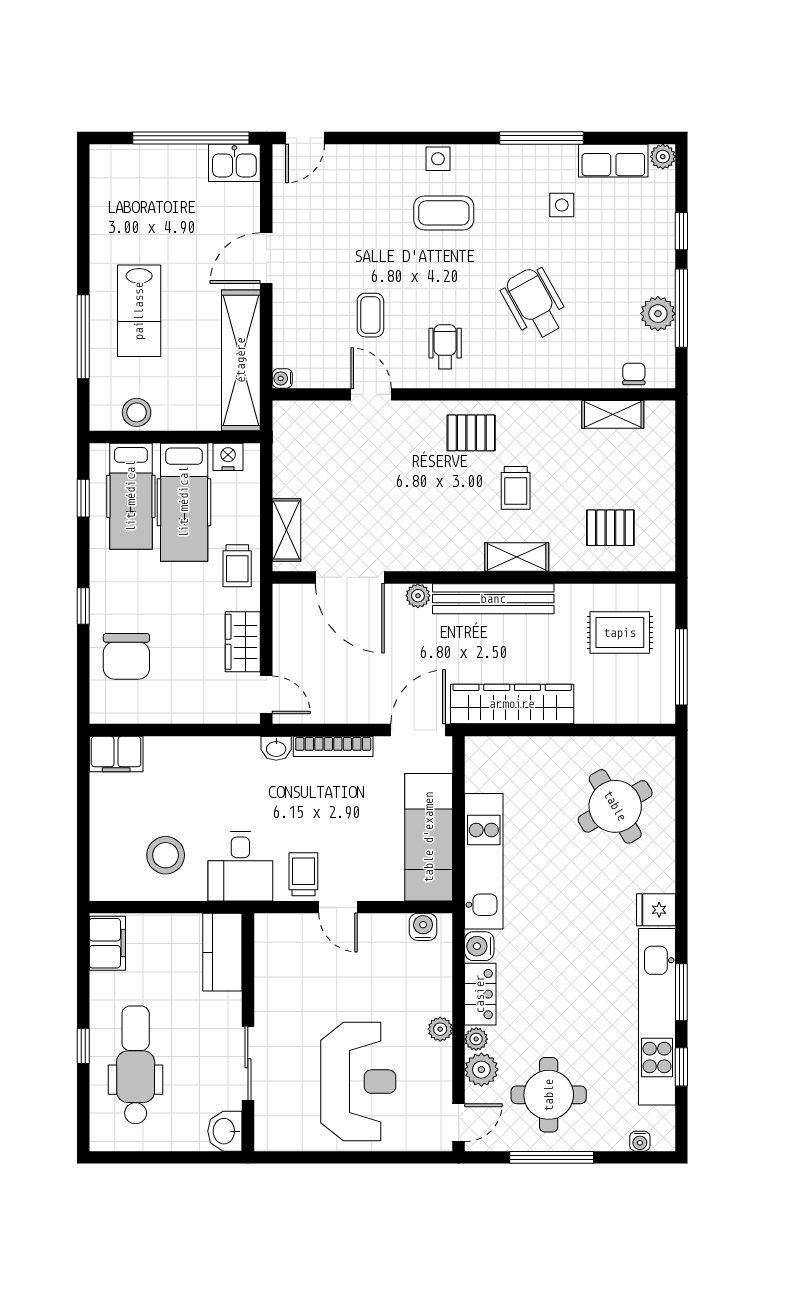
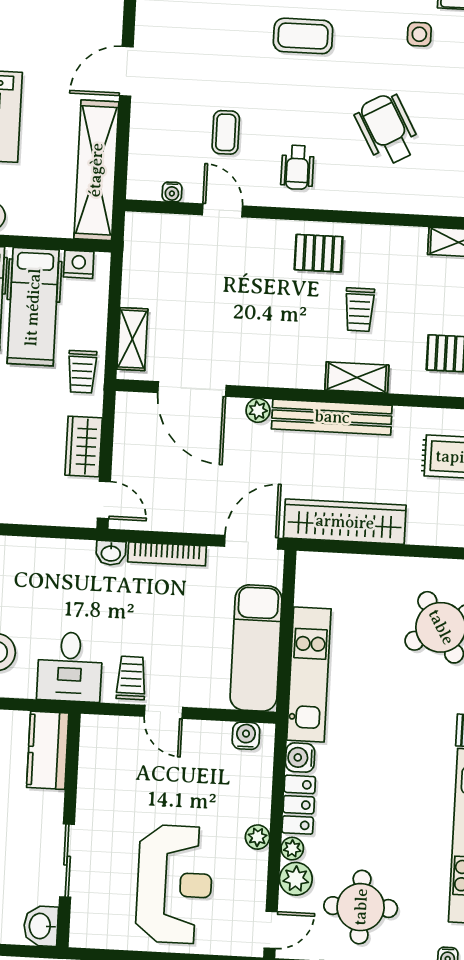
wheelchair: (445, 347) -> (297, 167), turned 180
water cooler: (282, 378) -> (172, 192), moved, turned -90

